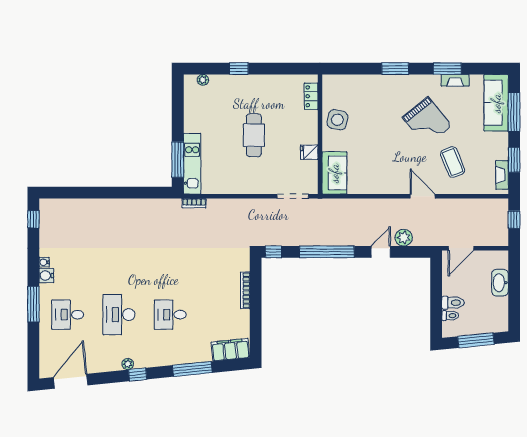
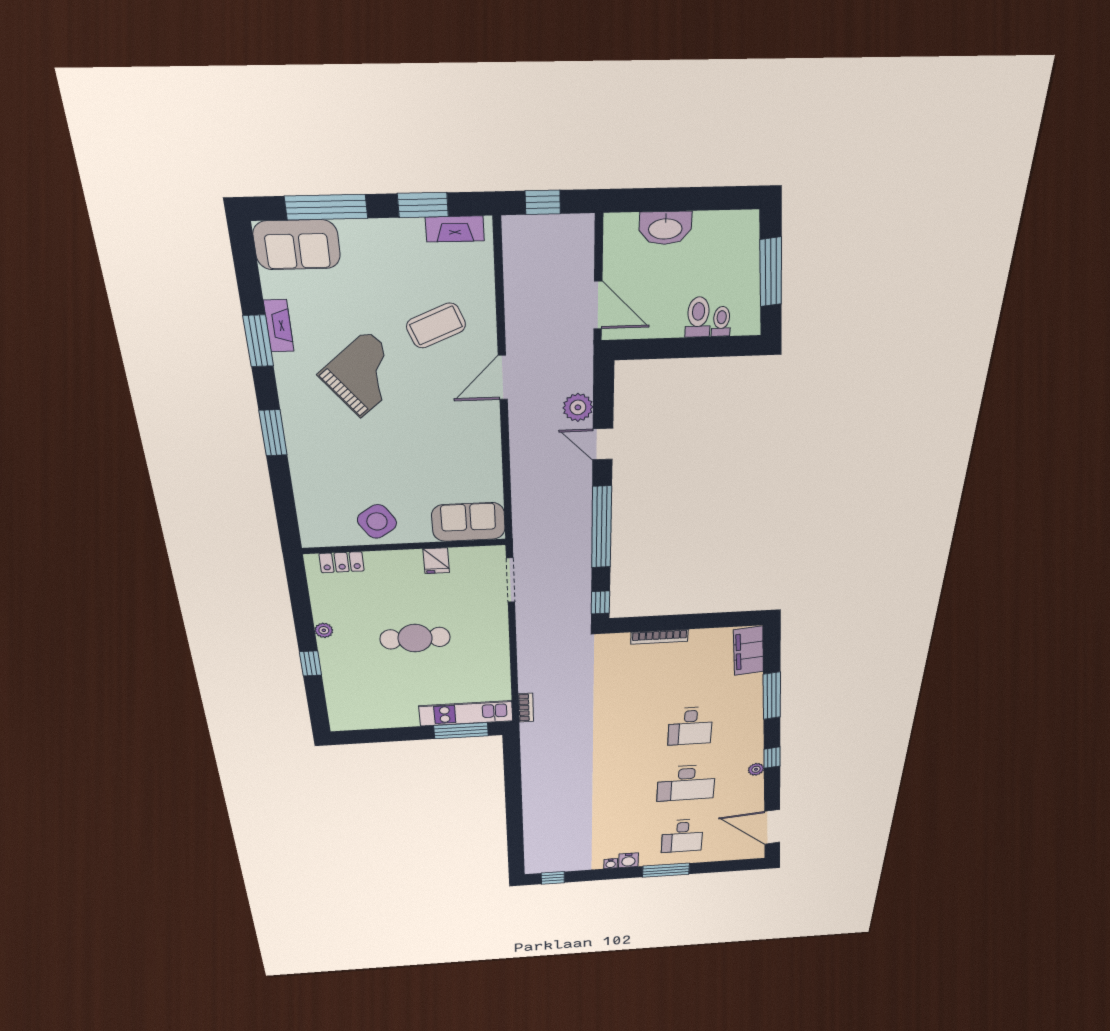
plant: (203, 80) -> (324, 630), moved
sofa: (496, 103) -> (297, 245), width x0.73
side table: (337, 120) -> (377, 521), turned 45

